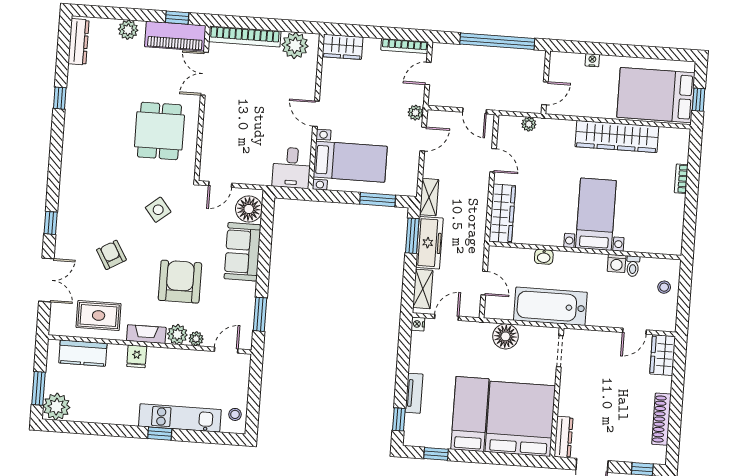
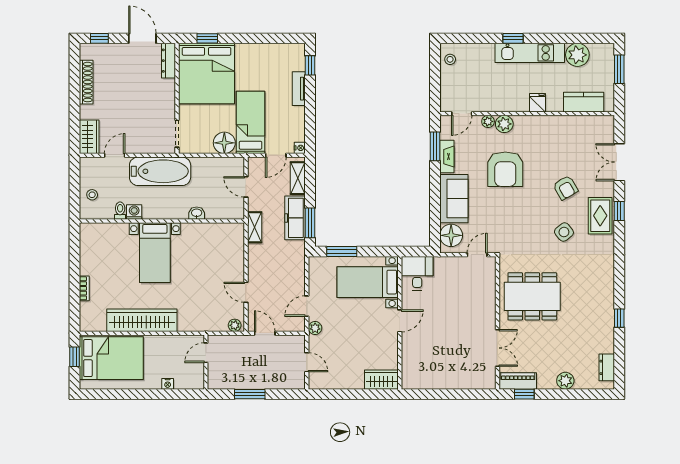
piano: (175, 36) -> (518, 381), width x0.73, depth x0.75
bookcase: (245, 36) -> (465, 382), removed
window: (497, 41) -> (250, 394), width x0.47
dresser: (79, 42) -> (607, 367), width x0.70
plant: (295, 45) -> (422, 378), removed
bookcase: (405, 46) -> (329, 384), removed
door: (428, 73) -> (307, 362), hinge flipped
door: (316, 114) -> (400, 321), hinge flipped
plant: (529, 124) -> (235, 325), moved
dining table: (159, 131) -> (532, 296), width x1.38
shelving: (429, 197) -> (255, 227), moved
side table: (158, 210) -> (564, 232), moved
wardrobe: (502, 214) -> (235, 247), removed
bathtub: (550, 306) -> (160, 171), moved
rug: (99, 315) -> (600, 216), moved, turned 90
fireplace: (146, 334) -> (447, 157), moved, turned -90
plant: (56, 407) -> (577, 55), moved
bed: (470, 414) -> (251, 122), moved, turned 180
kitchen unit: (180, 418) -> (530, 53), moved
window: (436, 454) -> (207, 38), moved

